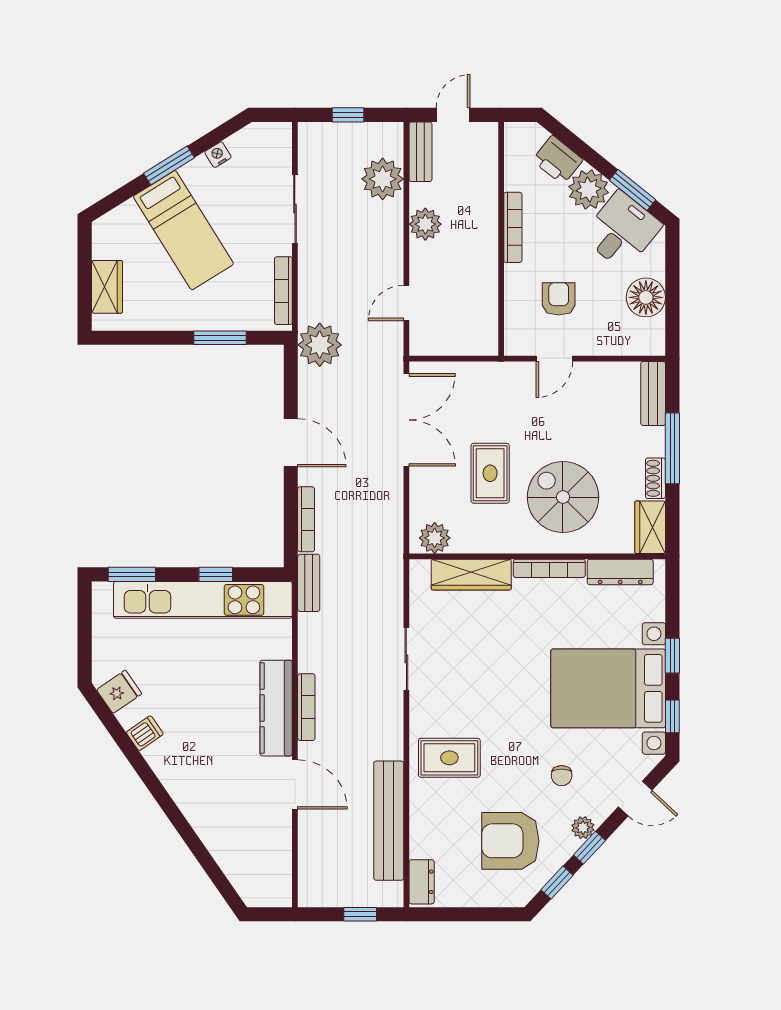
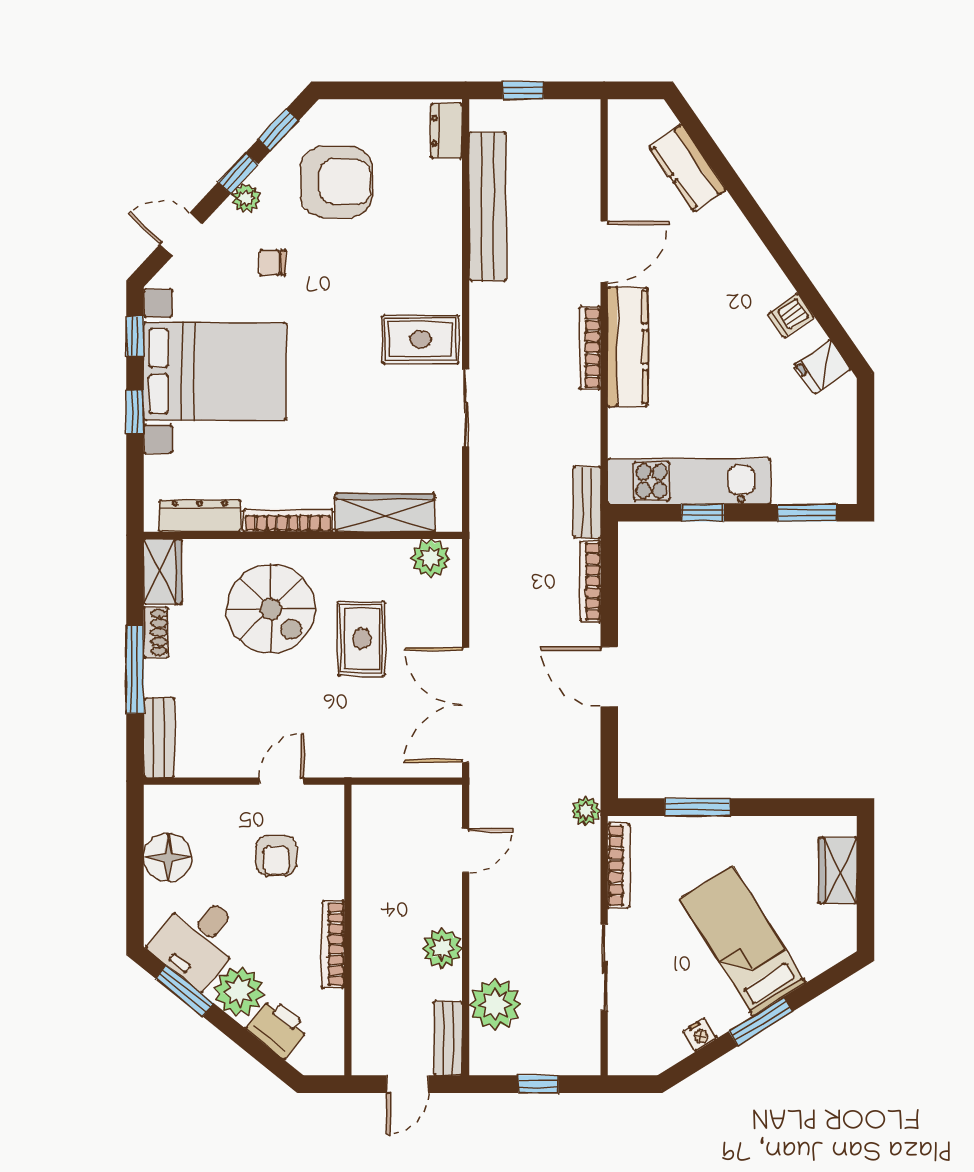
plant: (320, 345) -> (586, 811), width x0.53, depth x0.53
kitchen unit: (203, 600) -> (689, 481), width x0.73
rug: (449, 758) -> (420, 339), moved
chair: (562, 776) -> (273, 263), turned -90
door: (295, 784) -> (604, 252), swing flipped
kitchen counter: (228, 852) -> (688, 168), added

